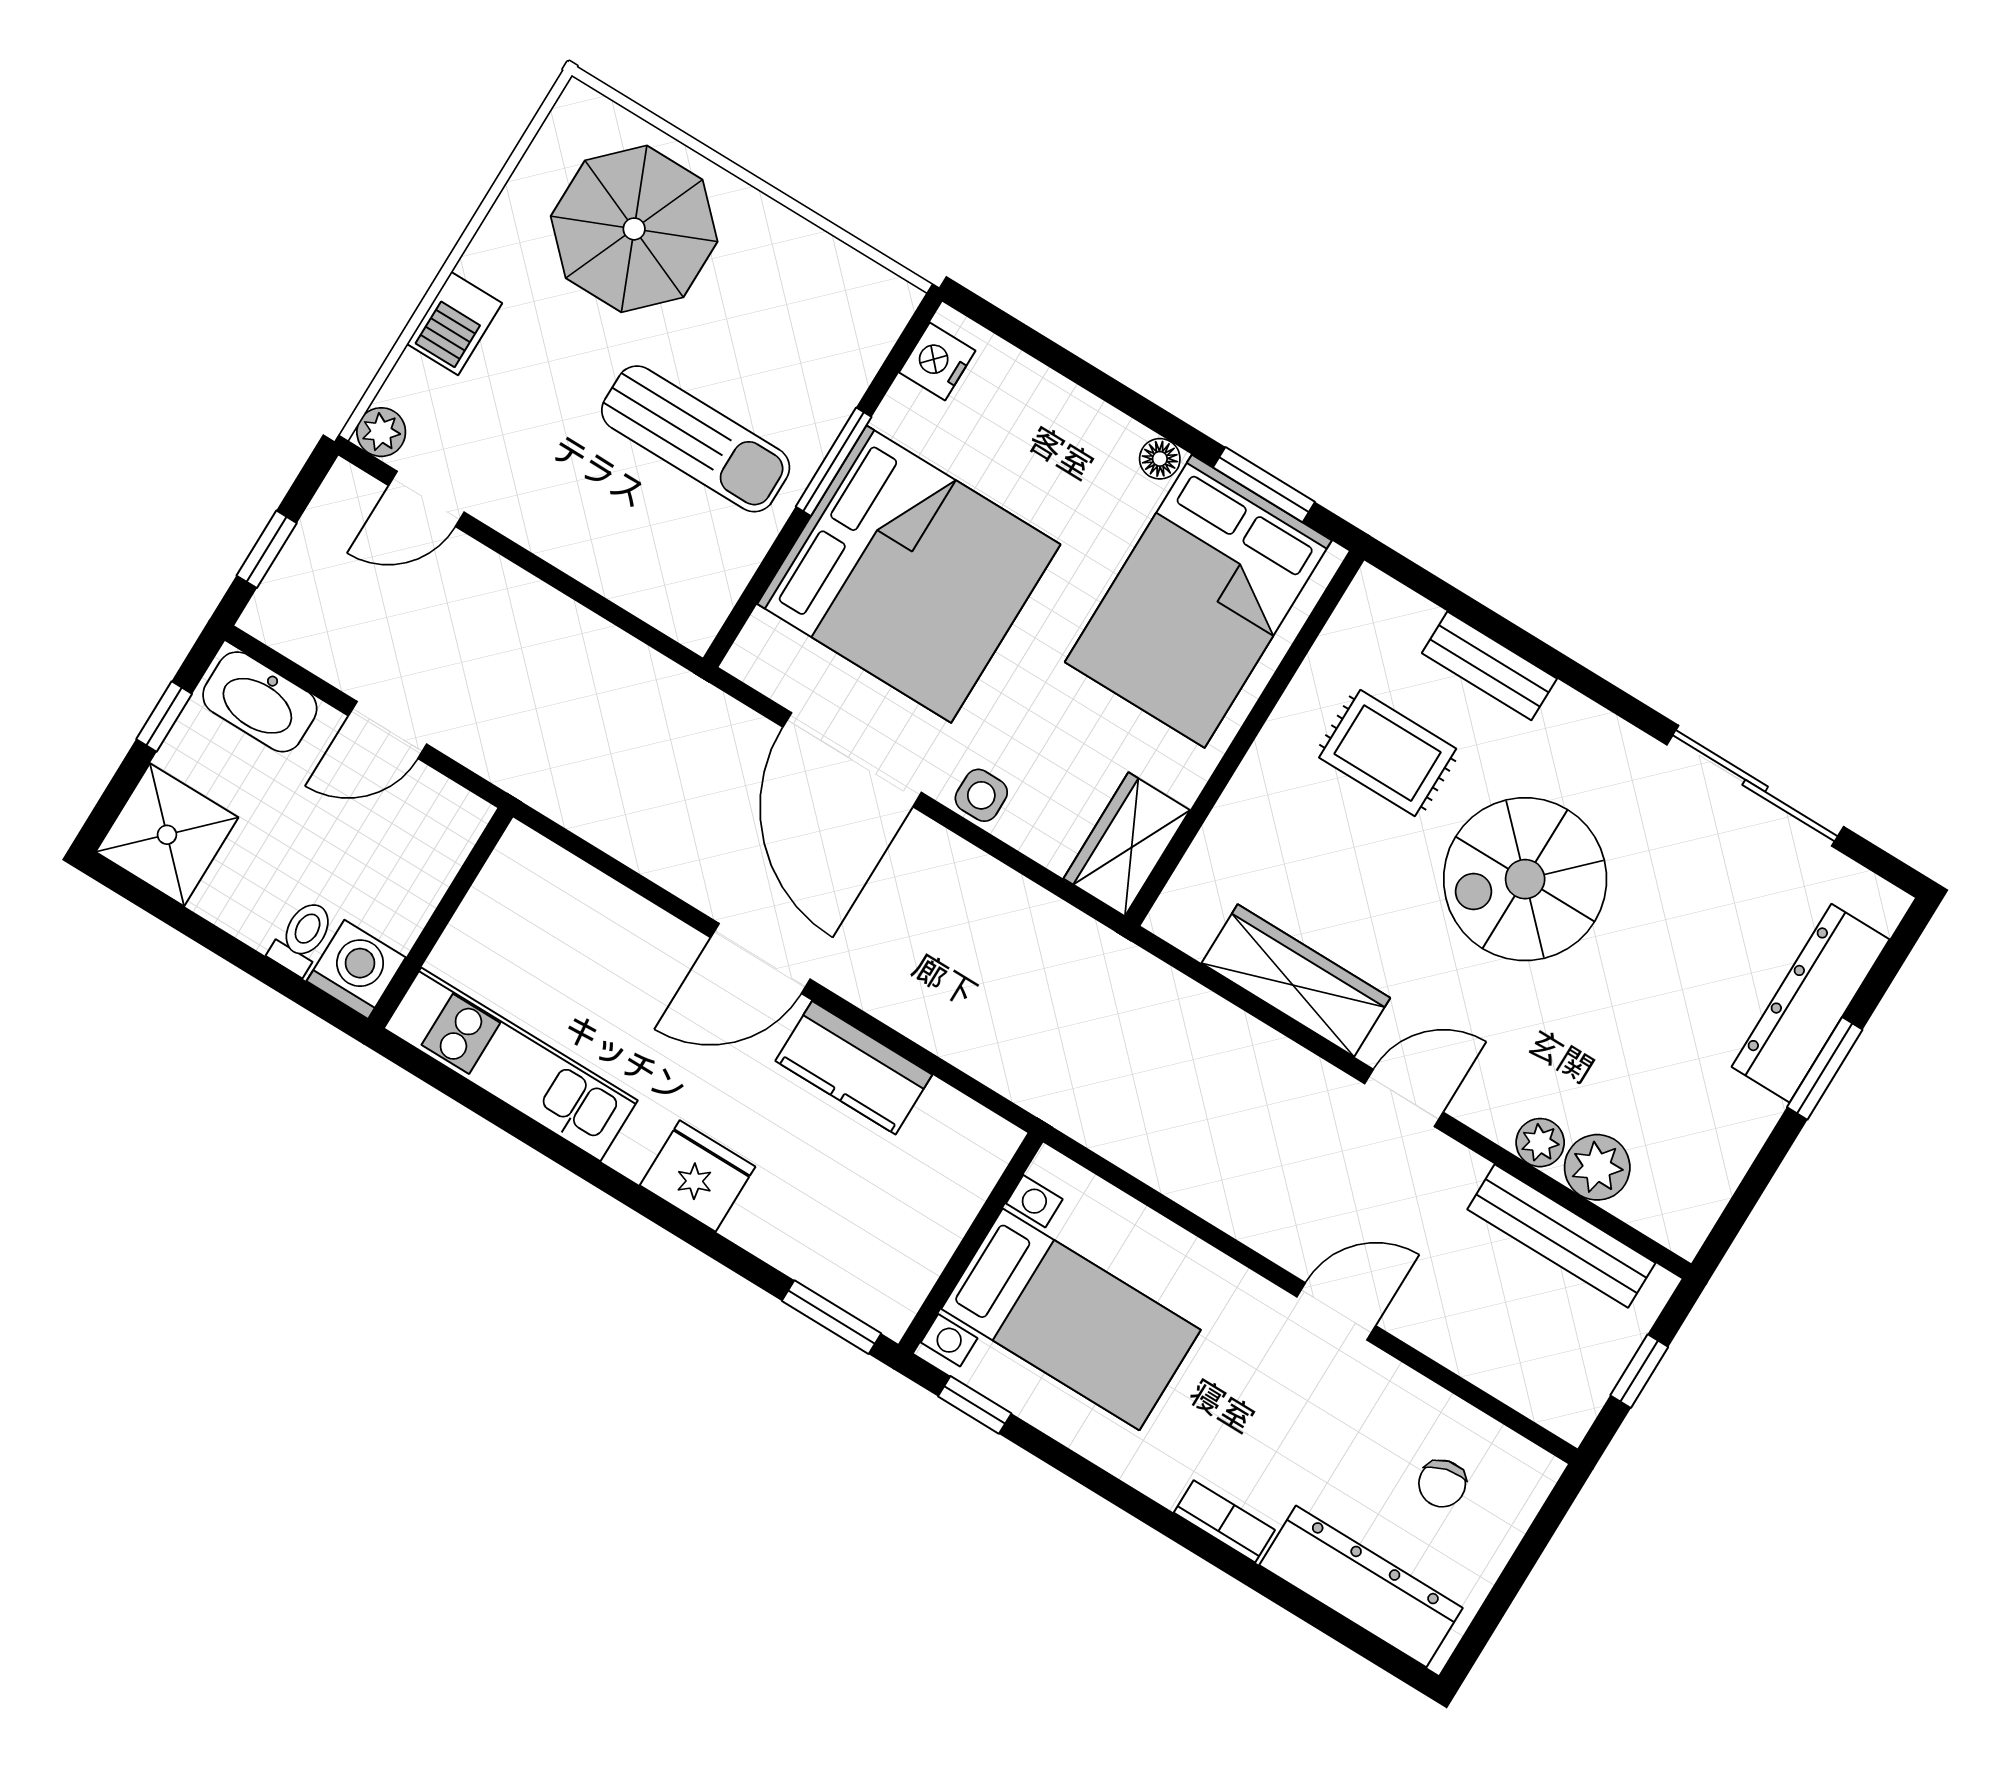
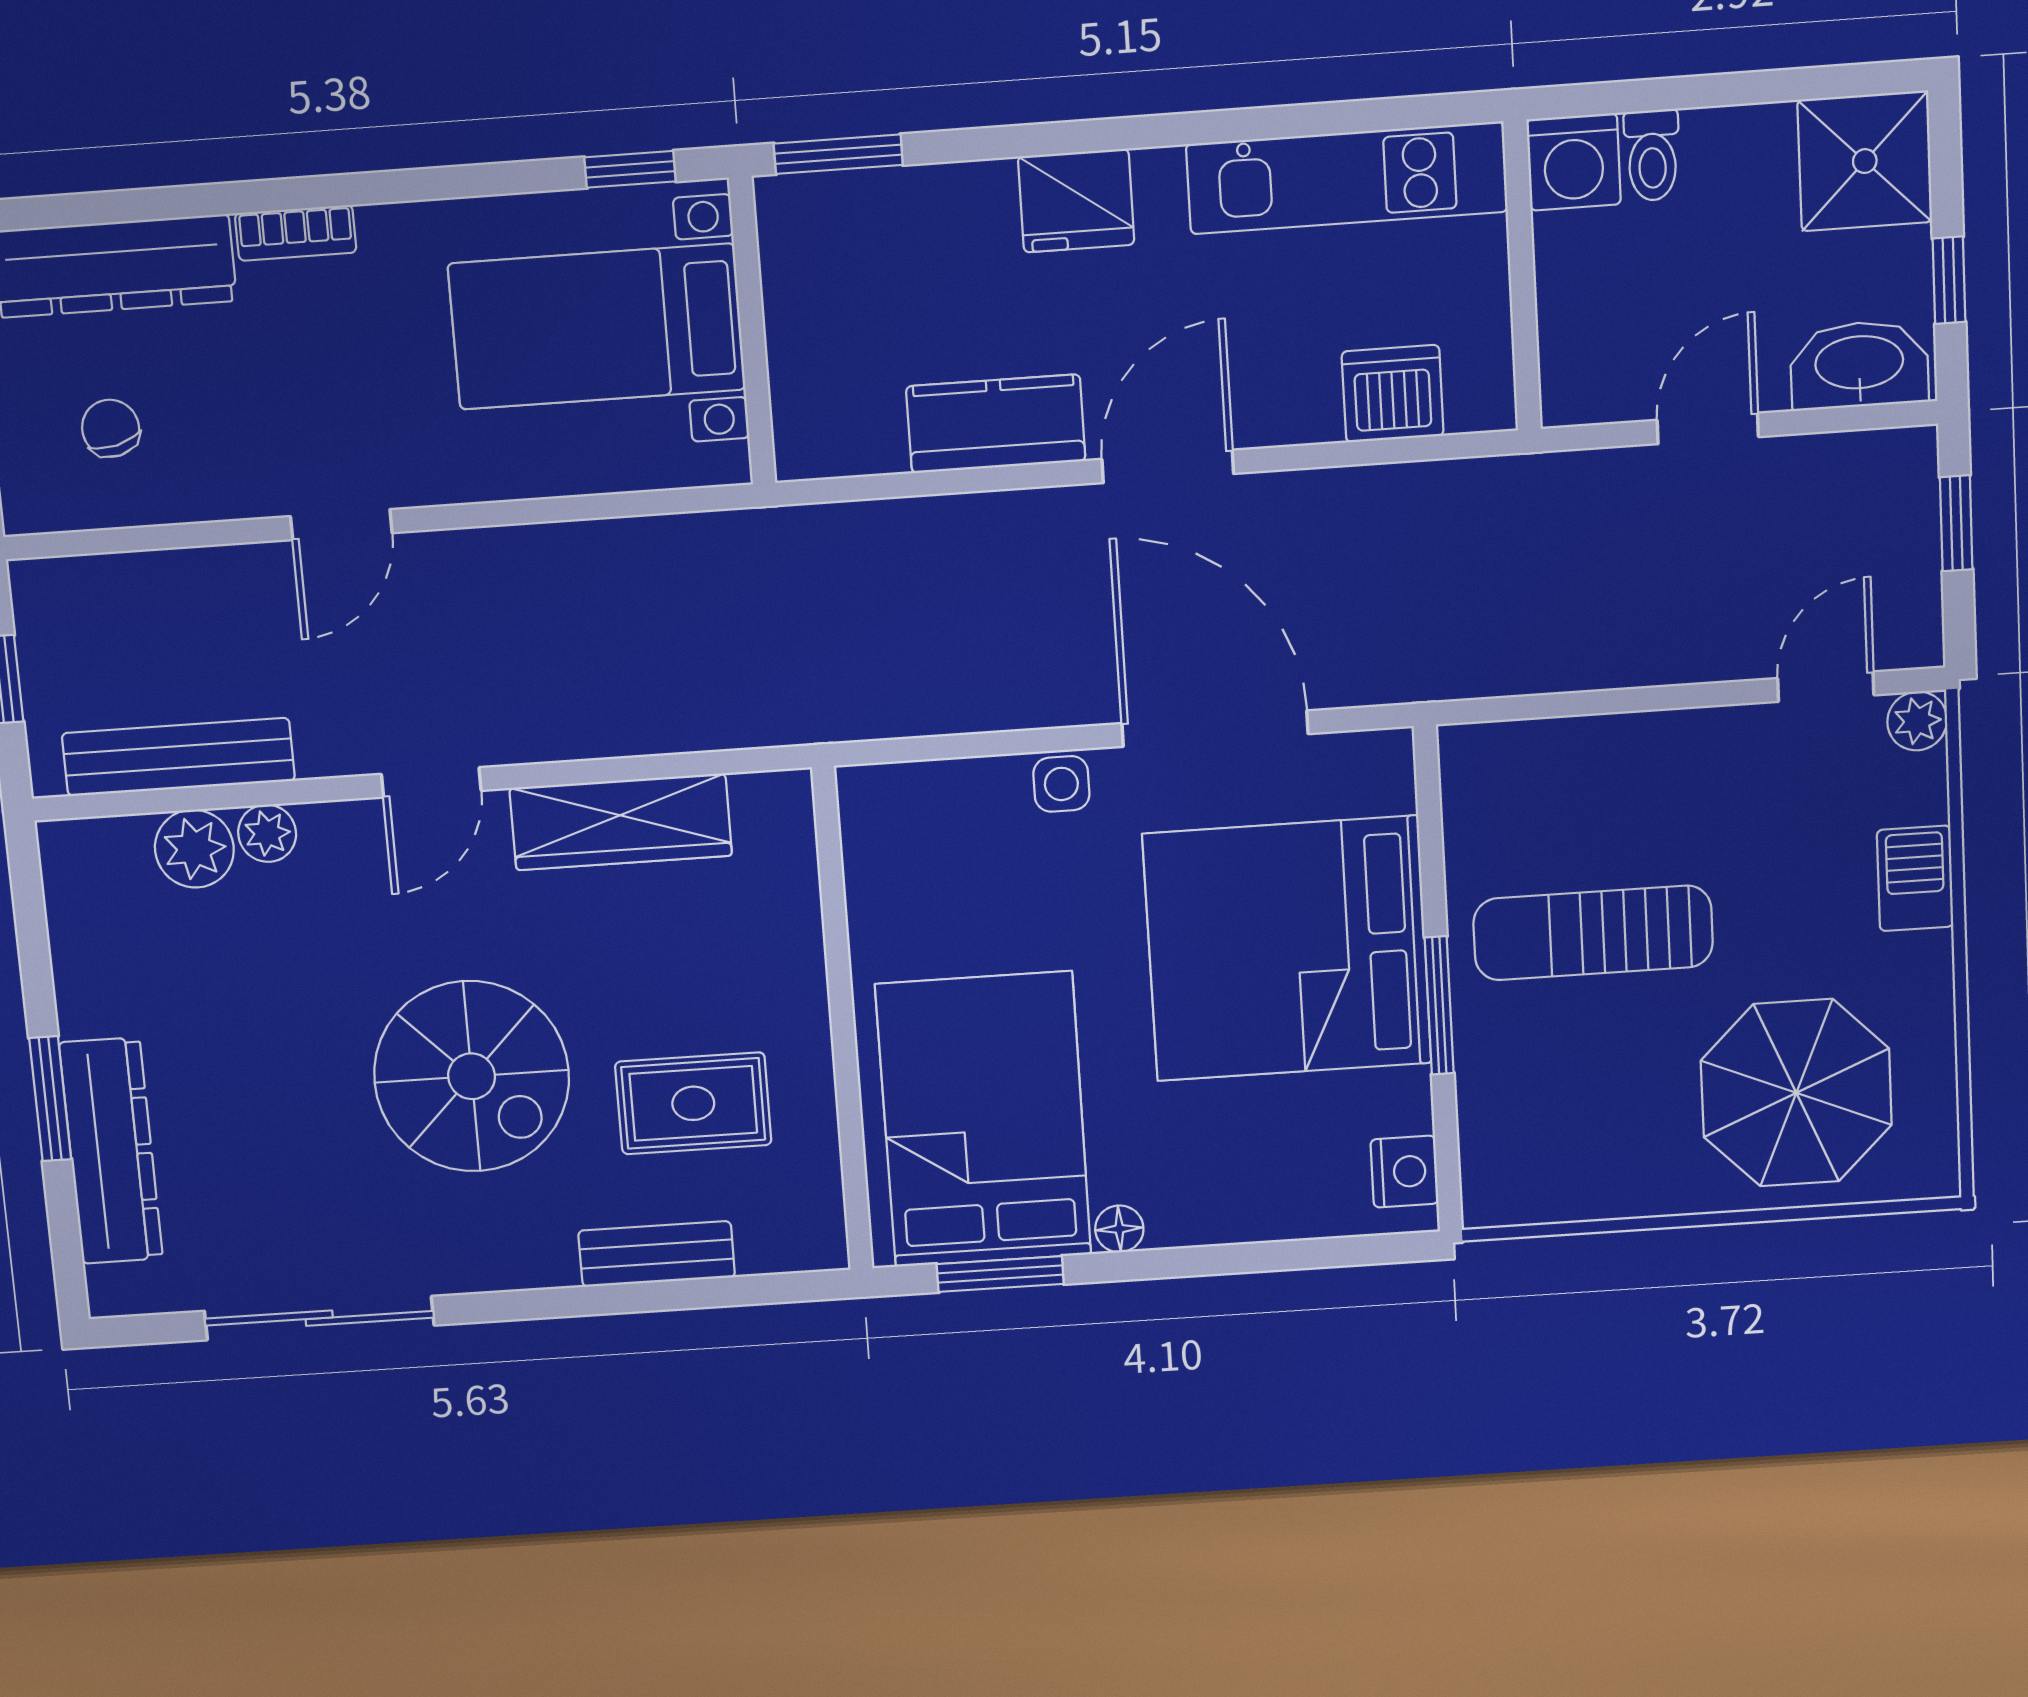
wardrobe: (1127, 844) -> (883, 837), removed
spiral stairs: (1525, 879) -> (472, 1076), turned 90
dishwasher: (579, 901) -> (1393, 394), added

